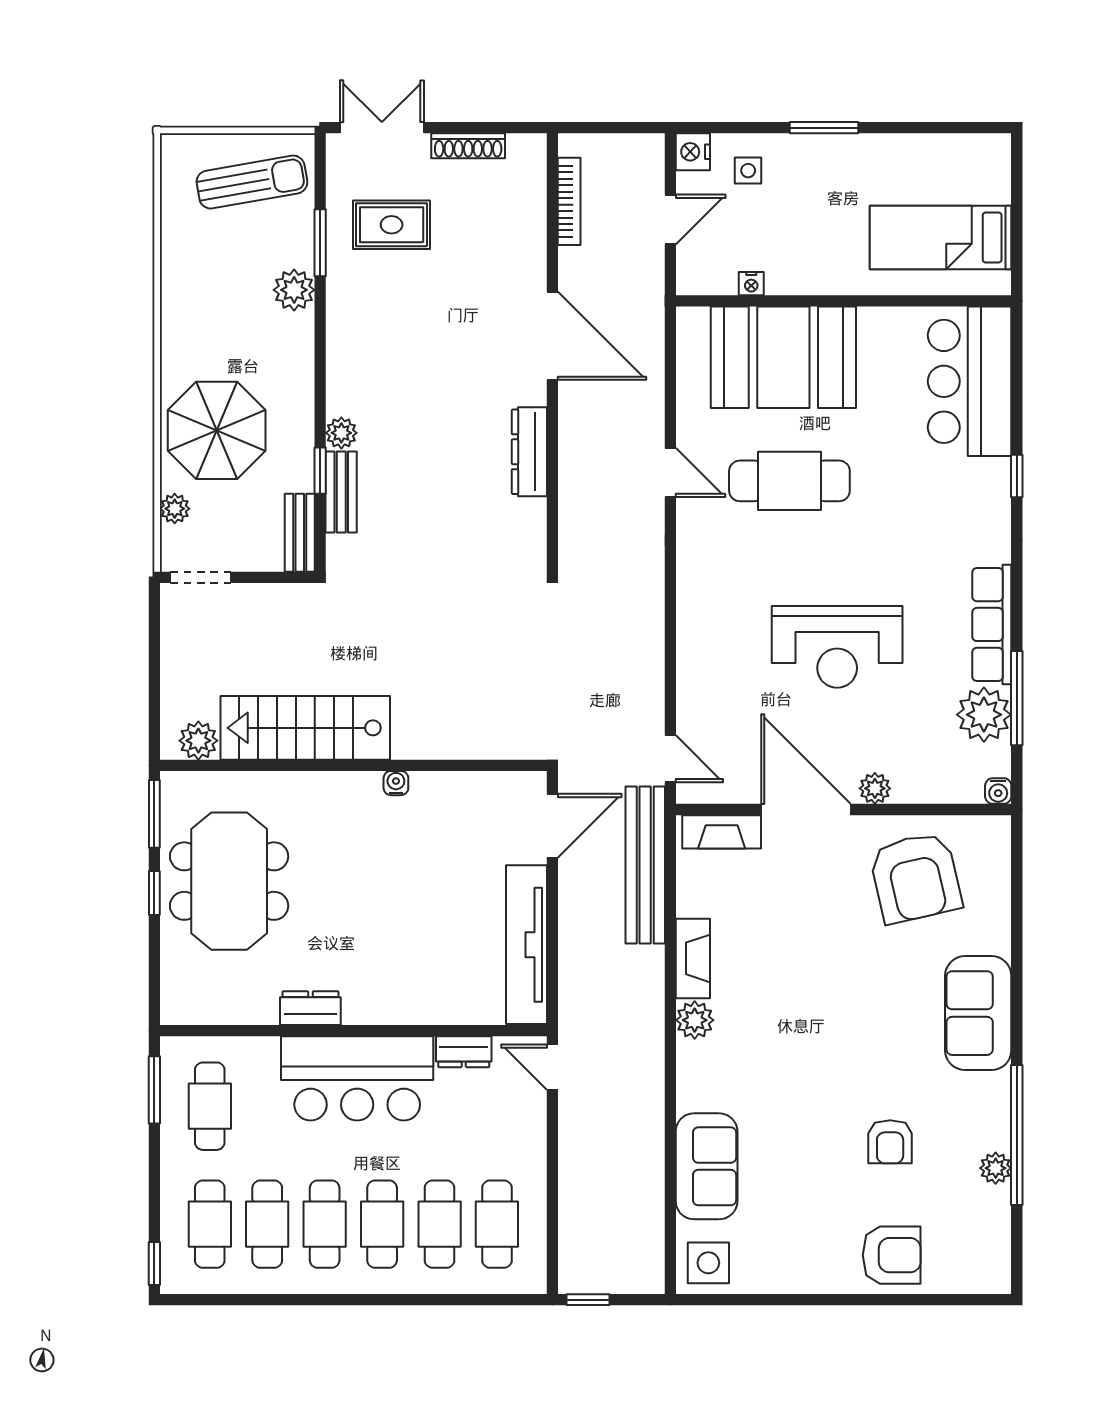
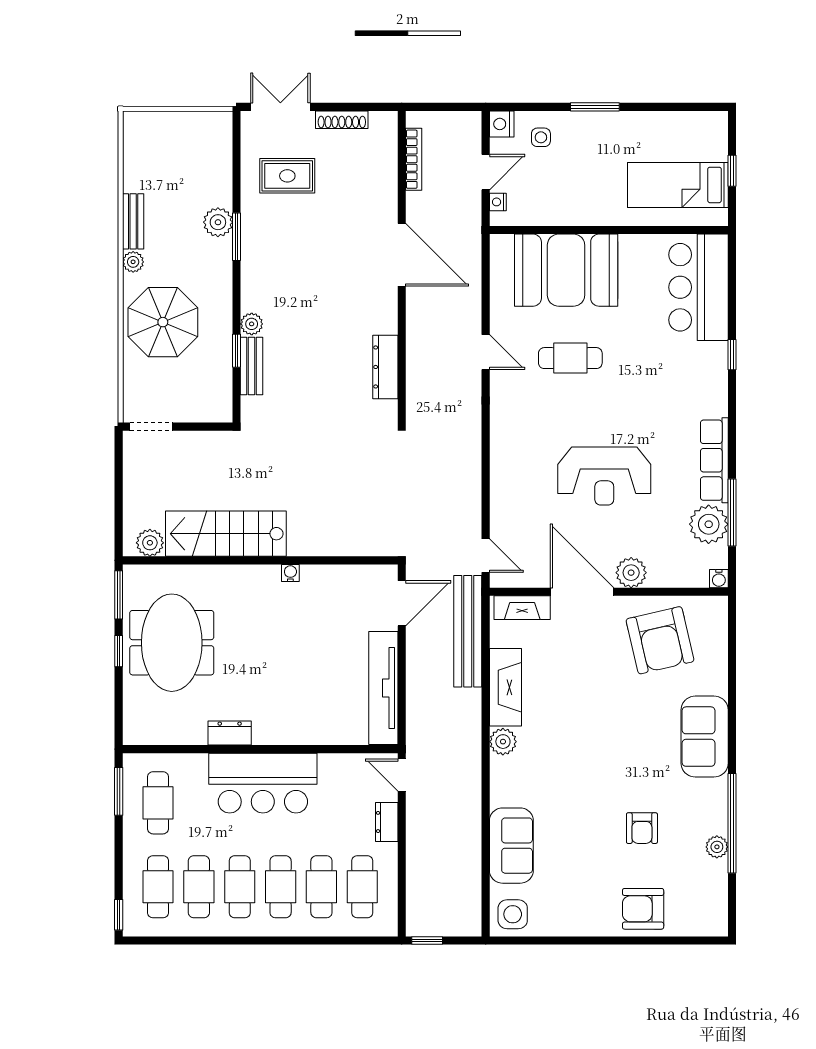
sun lounger: (252, 182) -> (188, 145), removed
window: (1017, 218) -> (732, 171), added
window: (320, 243) -> (237, 237), moved
nightstand: (751, 284) -> (498, 202), moved, turned 90
dresser: (529, 452) -> (385, 367), moved
cafe table: (789, 481) -> (570, 358), width x0.73, depth x0.74
plant: (175, 509) -> (133, 262), moved
bench: (300, 533) -> (133, 221), moved
plant: (875, 788) -> (631, 573), width x1.38, depth x1.38
fireplace: (693, 958) -> (505, 687), width x1.37, depth x1.32
dresser: (464, 1052) -> (387, 822), moved, turned 90
armchair: (892, 1255) -> (643, 909), turned 180

